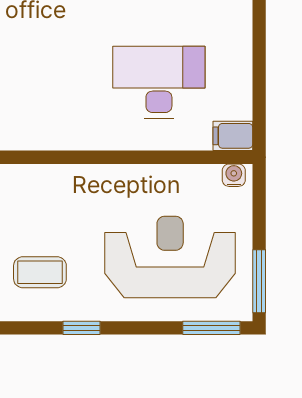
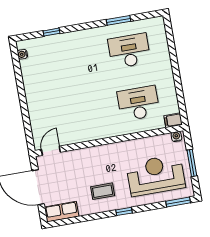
window: (259, 281) -> (192, 163), moved

